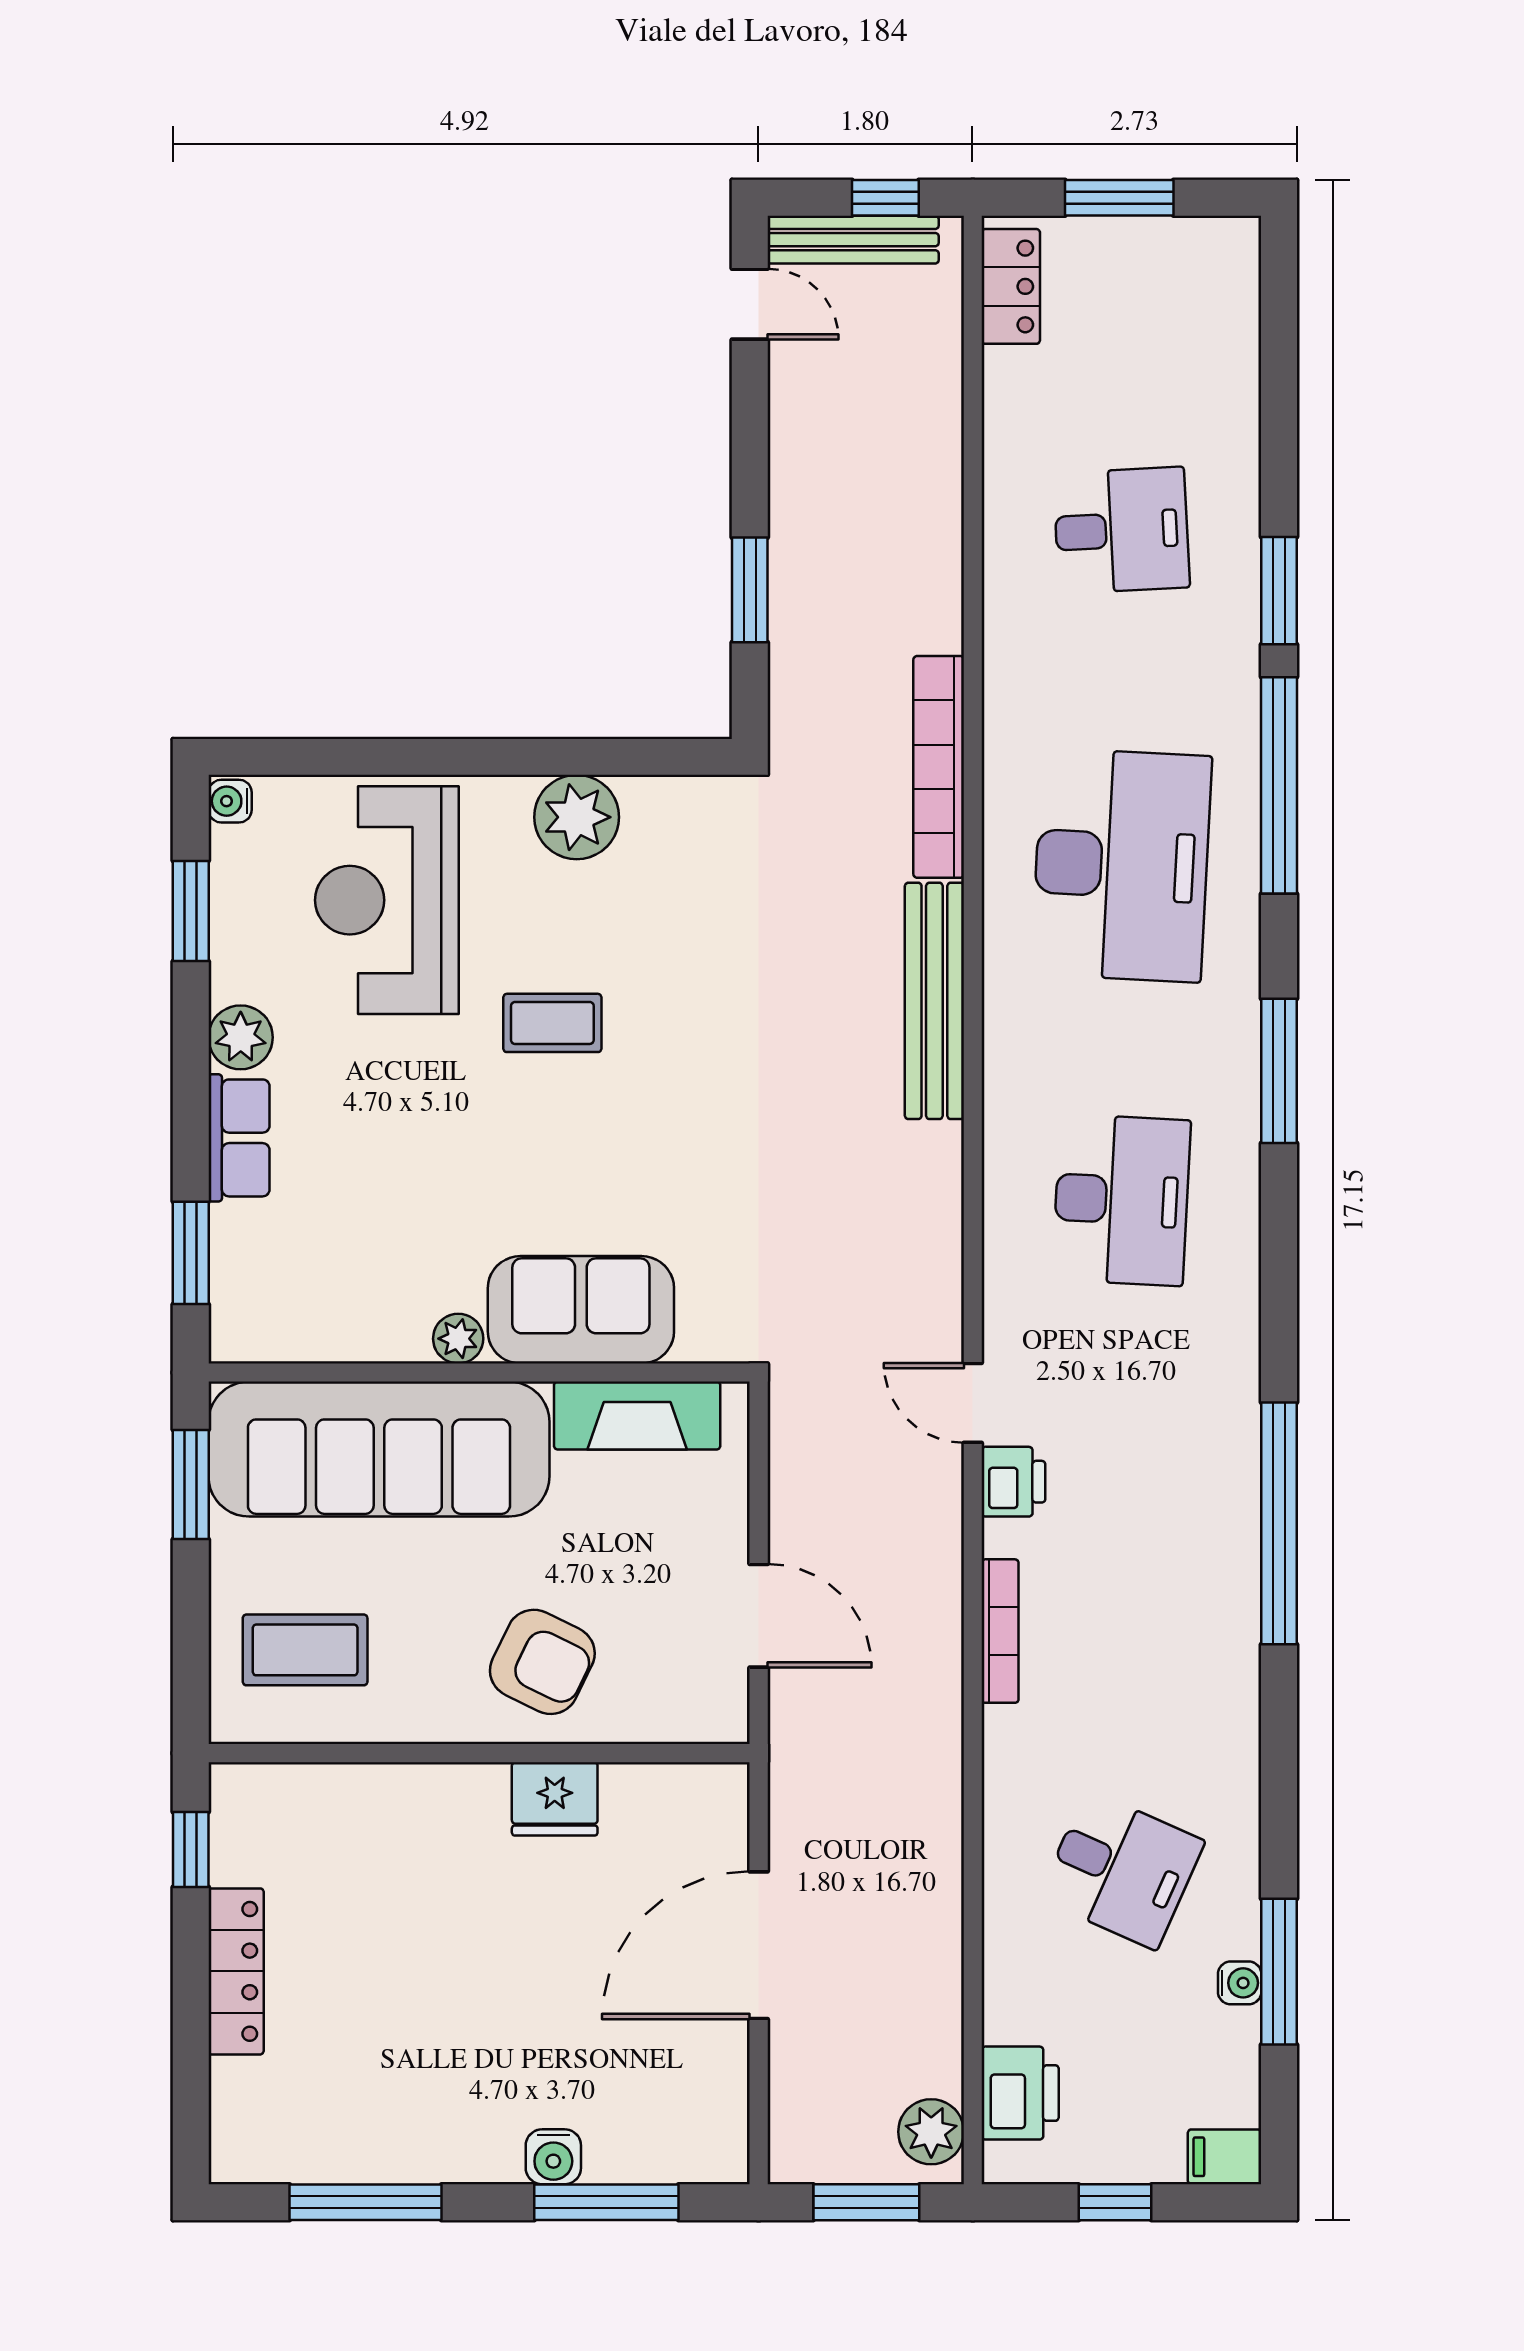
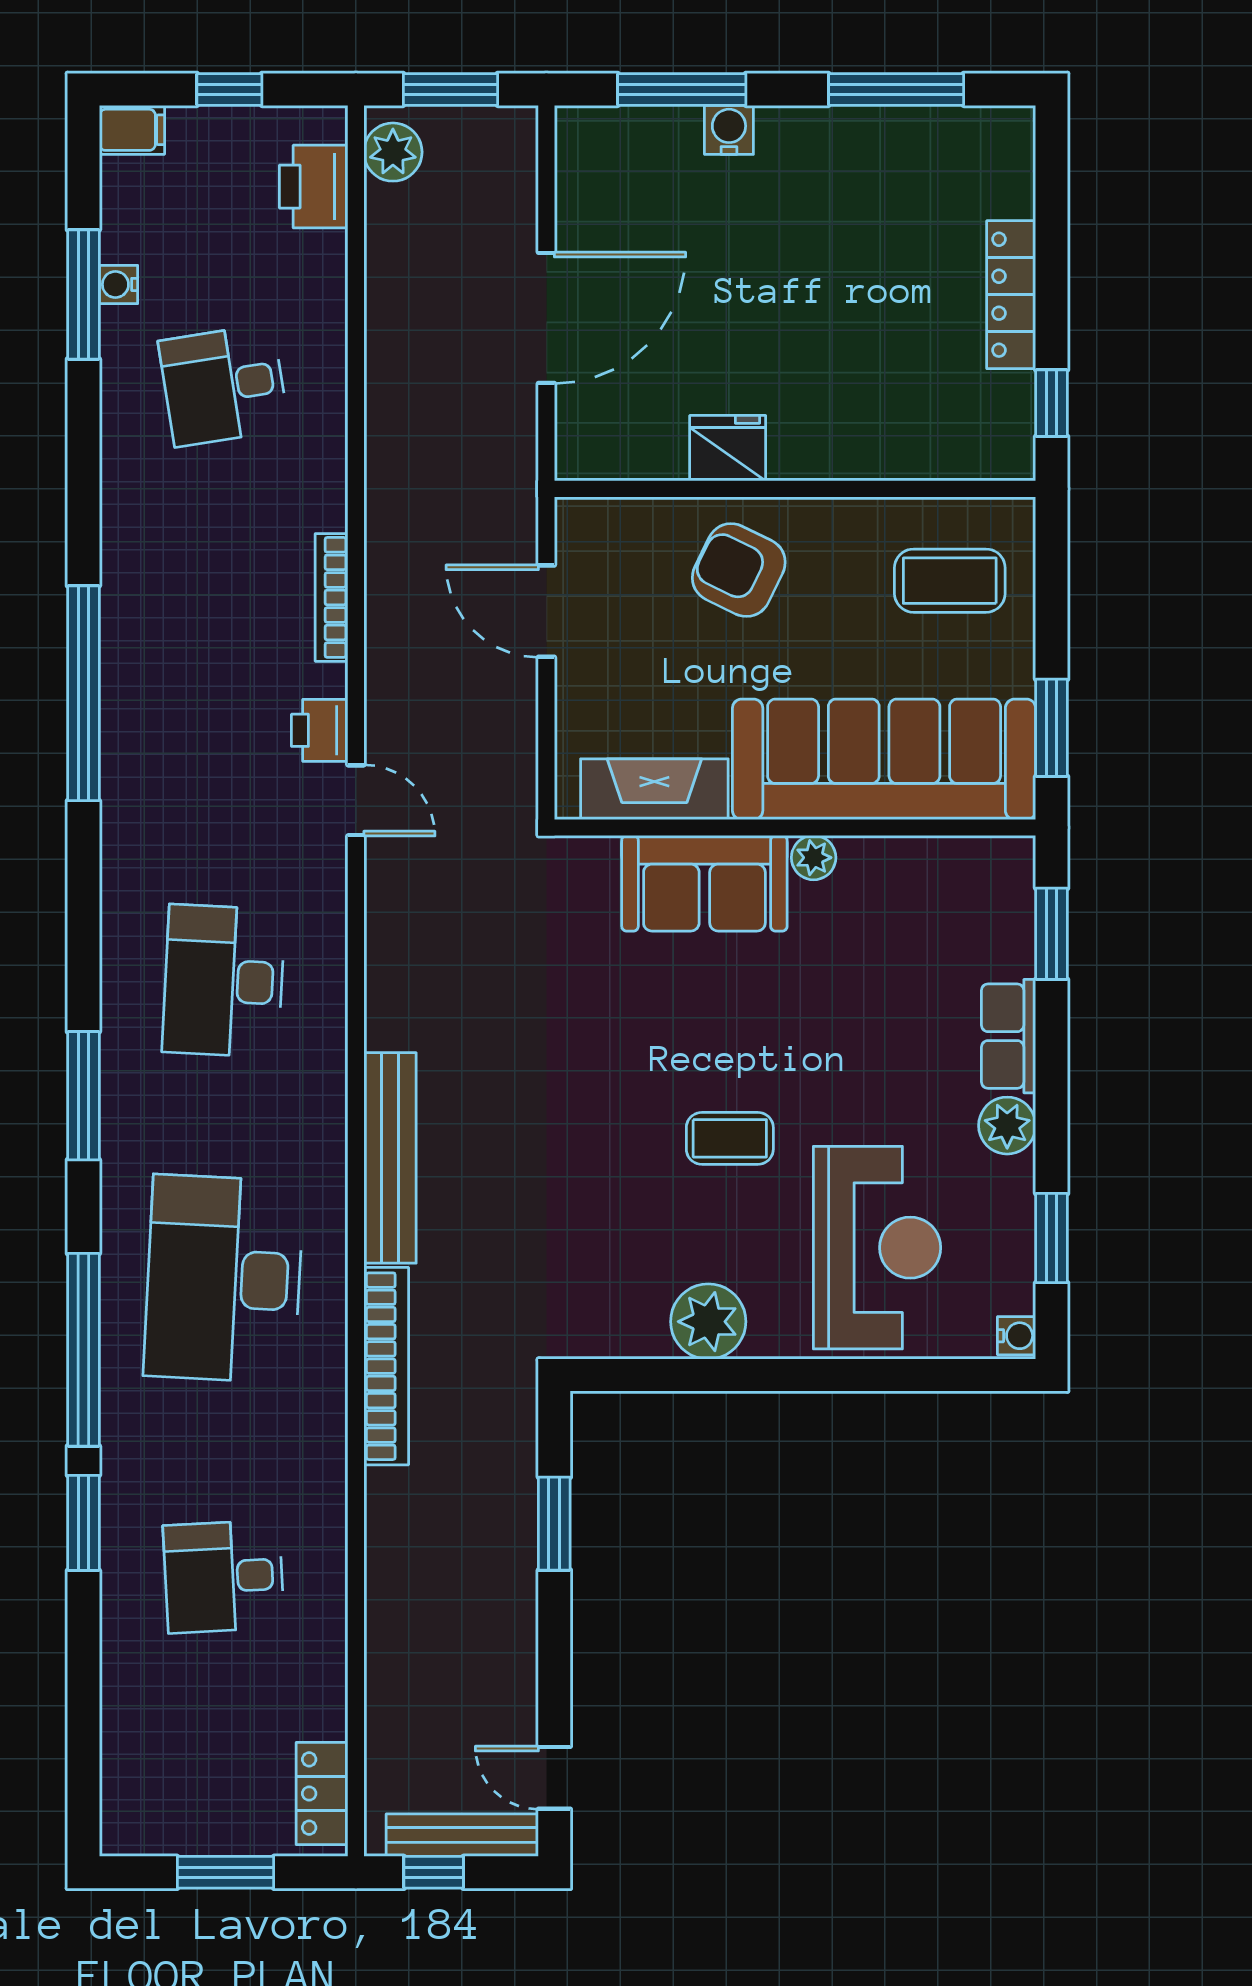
desk: (1121, 1870) -> (224, 385), turned -33

